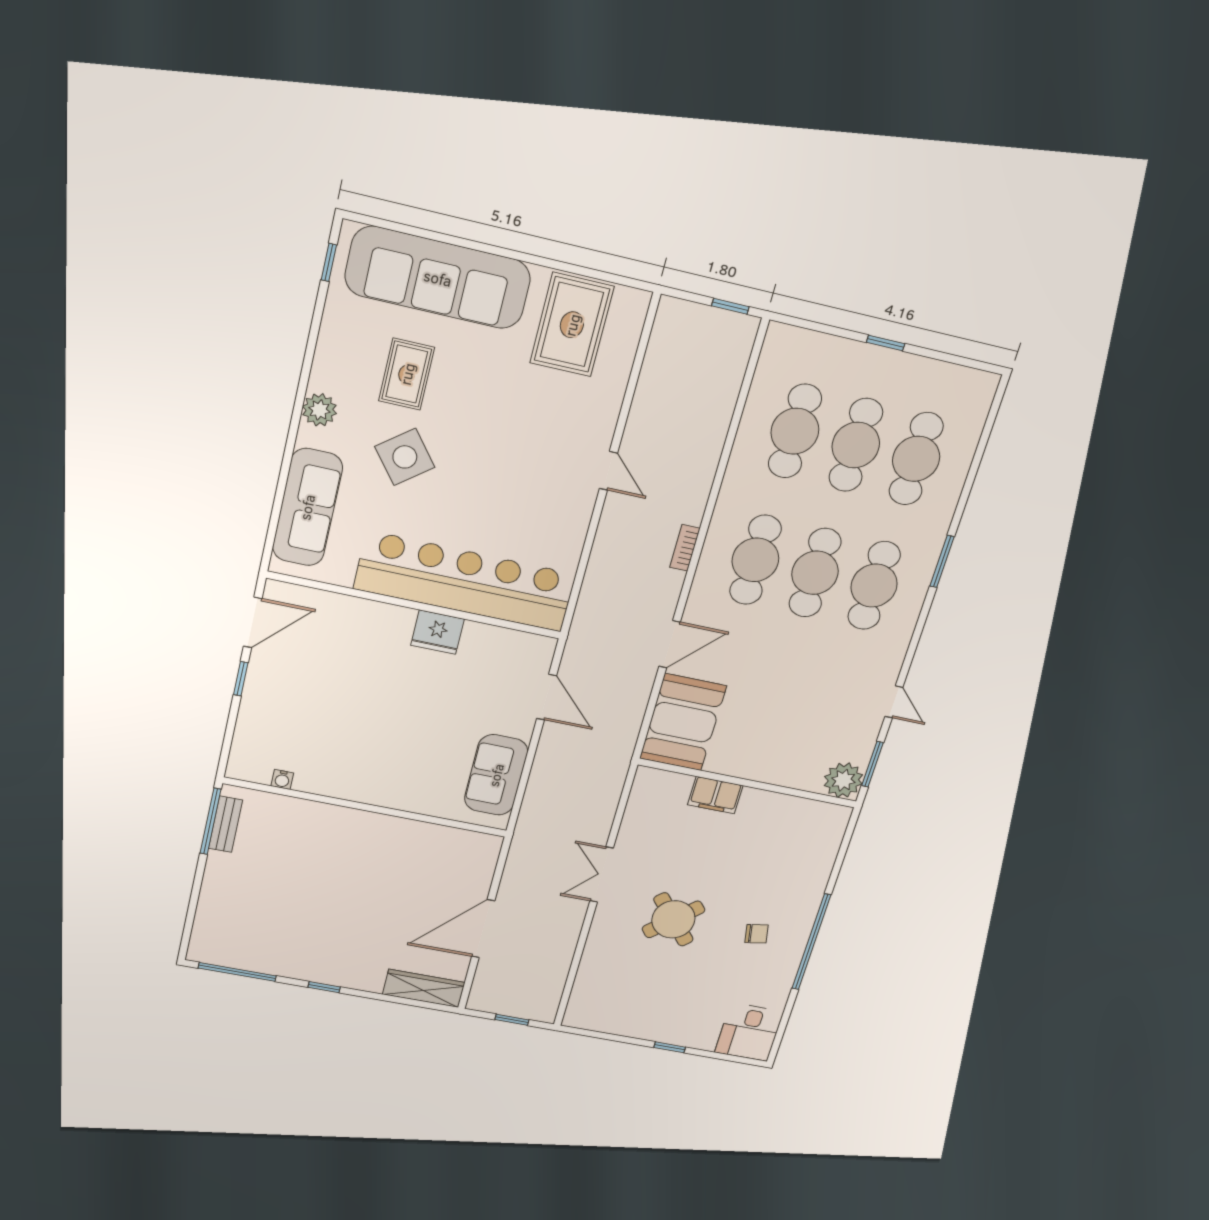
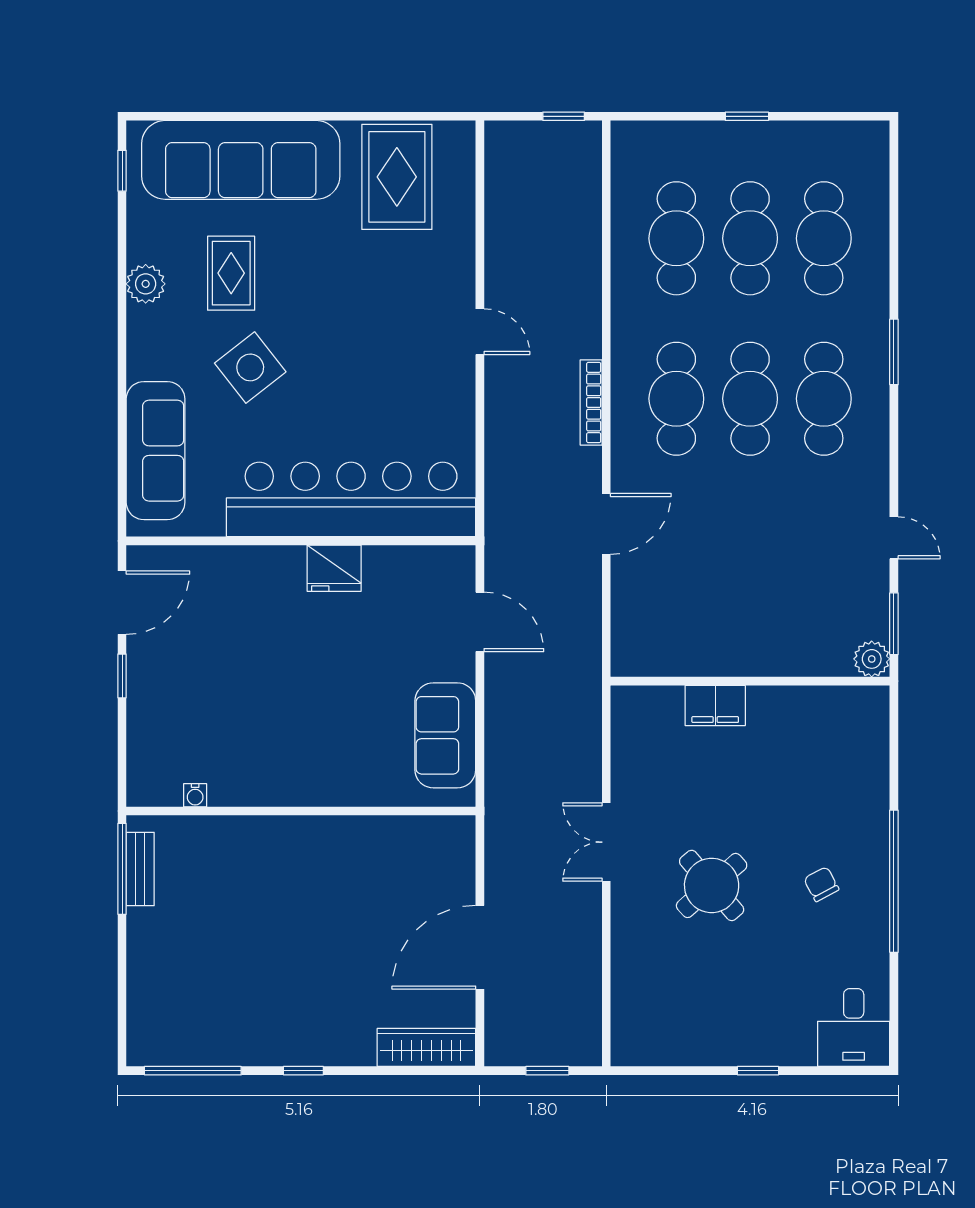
plant: (319, 410) -> (146, 284), moved
bookcase: (685, 548) -> (591, 402), width x1.56
booth: (683, 722) -> (649, 619), removed
plant: (843, 780) -> (872, 659), width x0.73, depth x0.73
chair: (757, 934) -> (821, 884), turned -108

